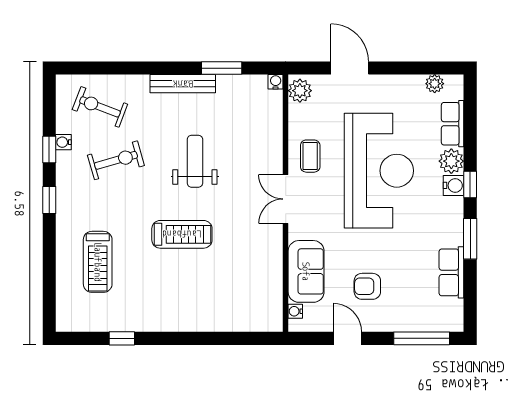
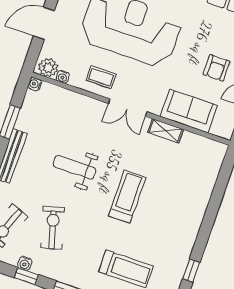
shelving: (274, 252) -> (166, 131), added
water cooler: (295, 311) -> (63, 77), moved

